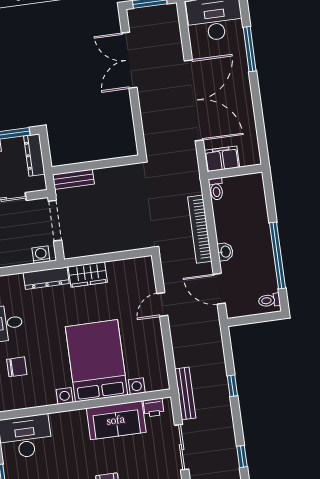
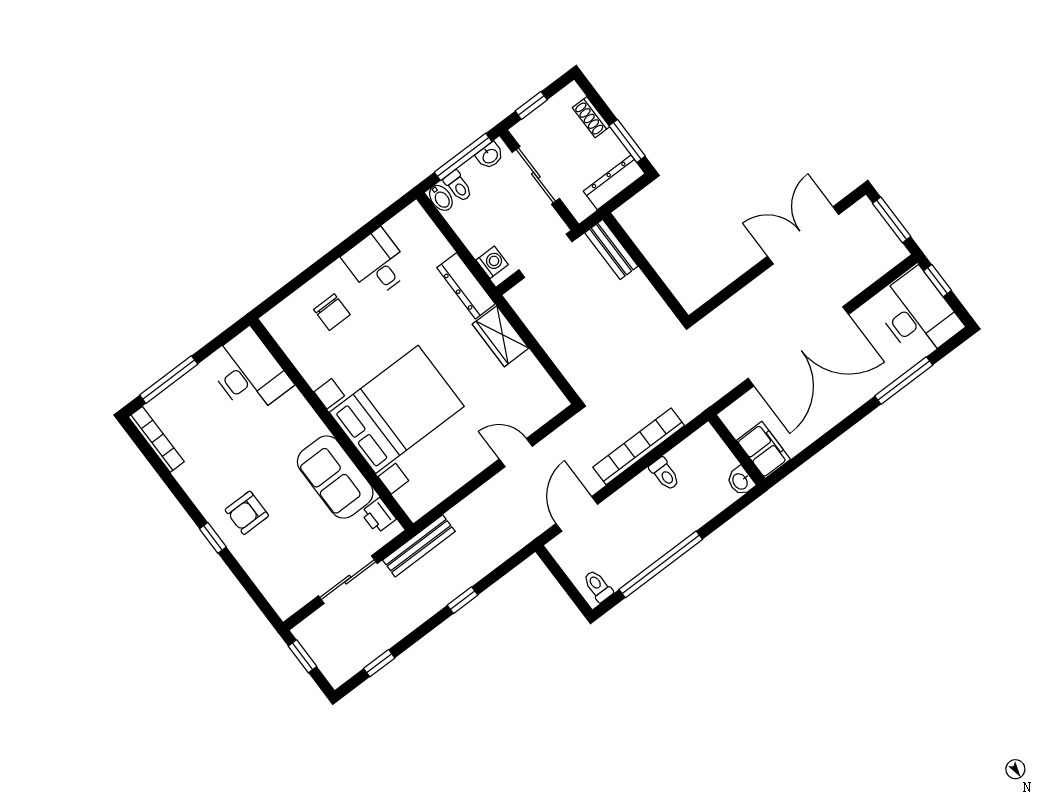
filing cabinet: (222, 159) -> (764, 450), moved
toilet: (216, 189) -> (665, 474), moved, turned -90
washbasin: (225, 252) -> (740, 481), moved, turned 90

